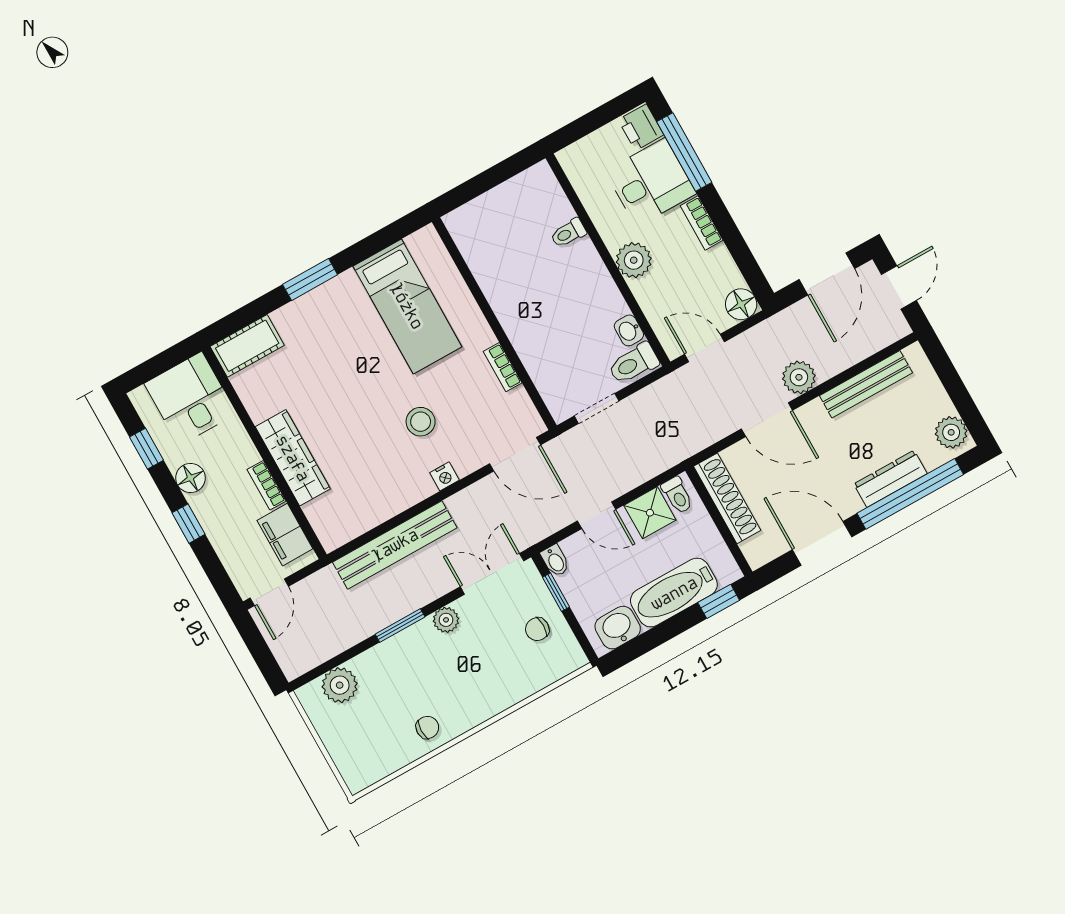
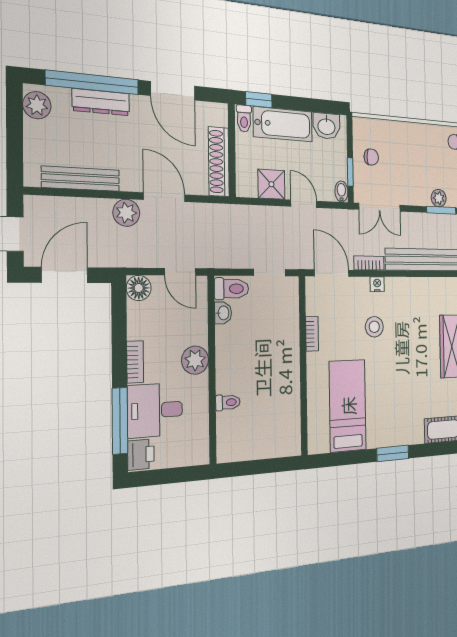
toilet: (677, 495) -> (244, 118), moved, turned 180
bookcase: (470, 496) -> (369, 263), added
plant: (446, 620) -> (439, 198), moved

